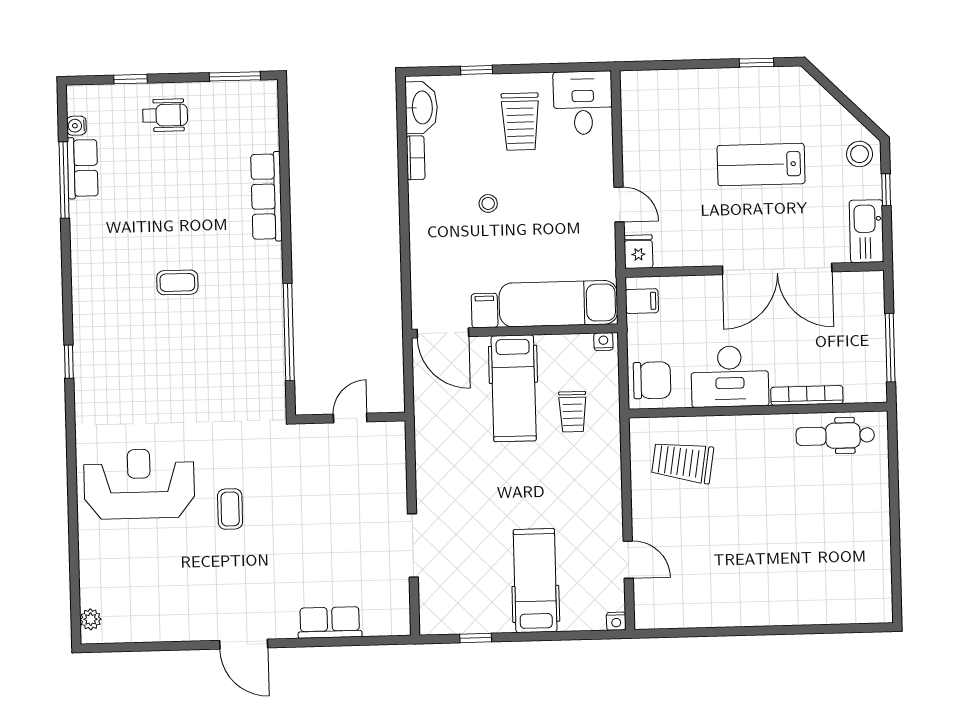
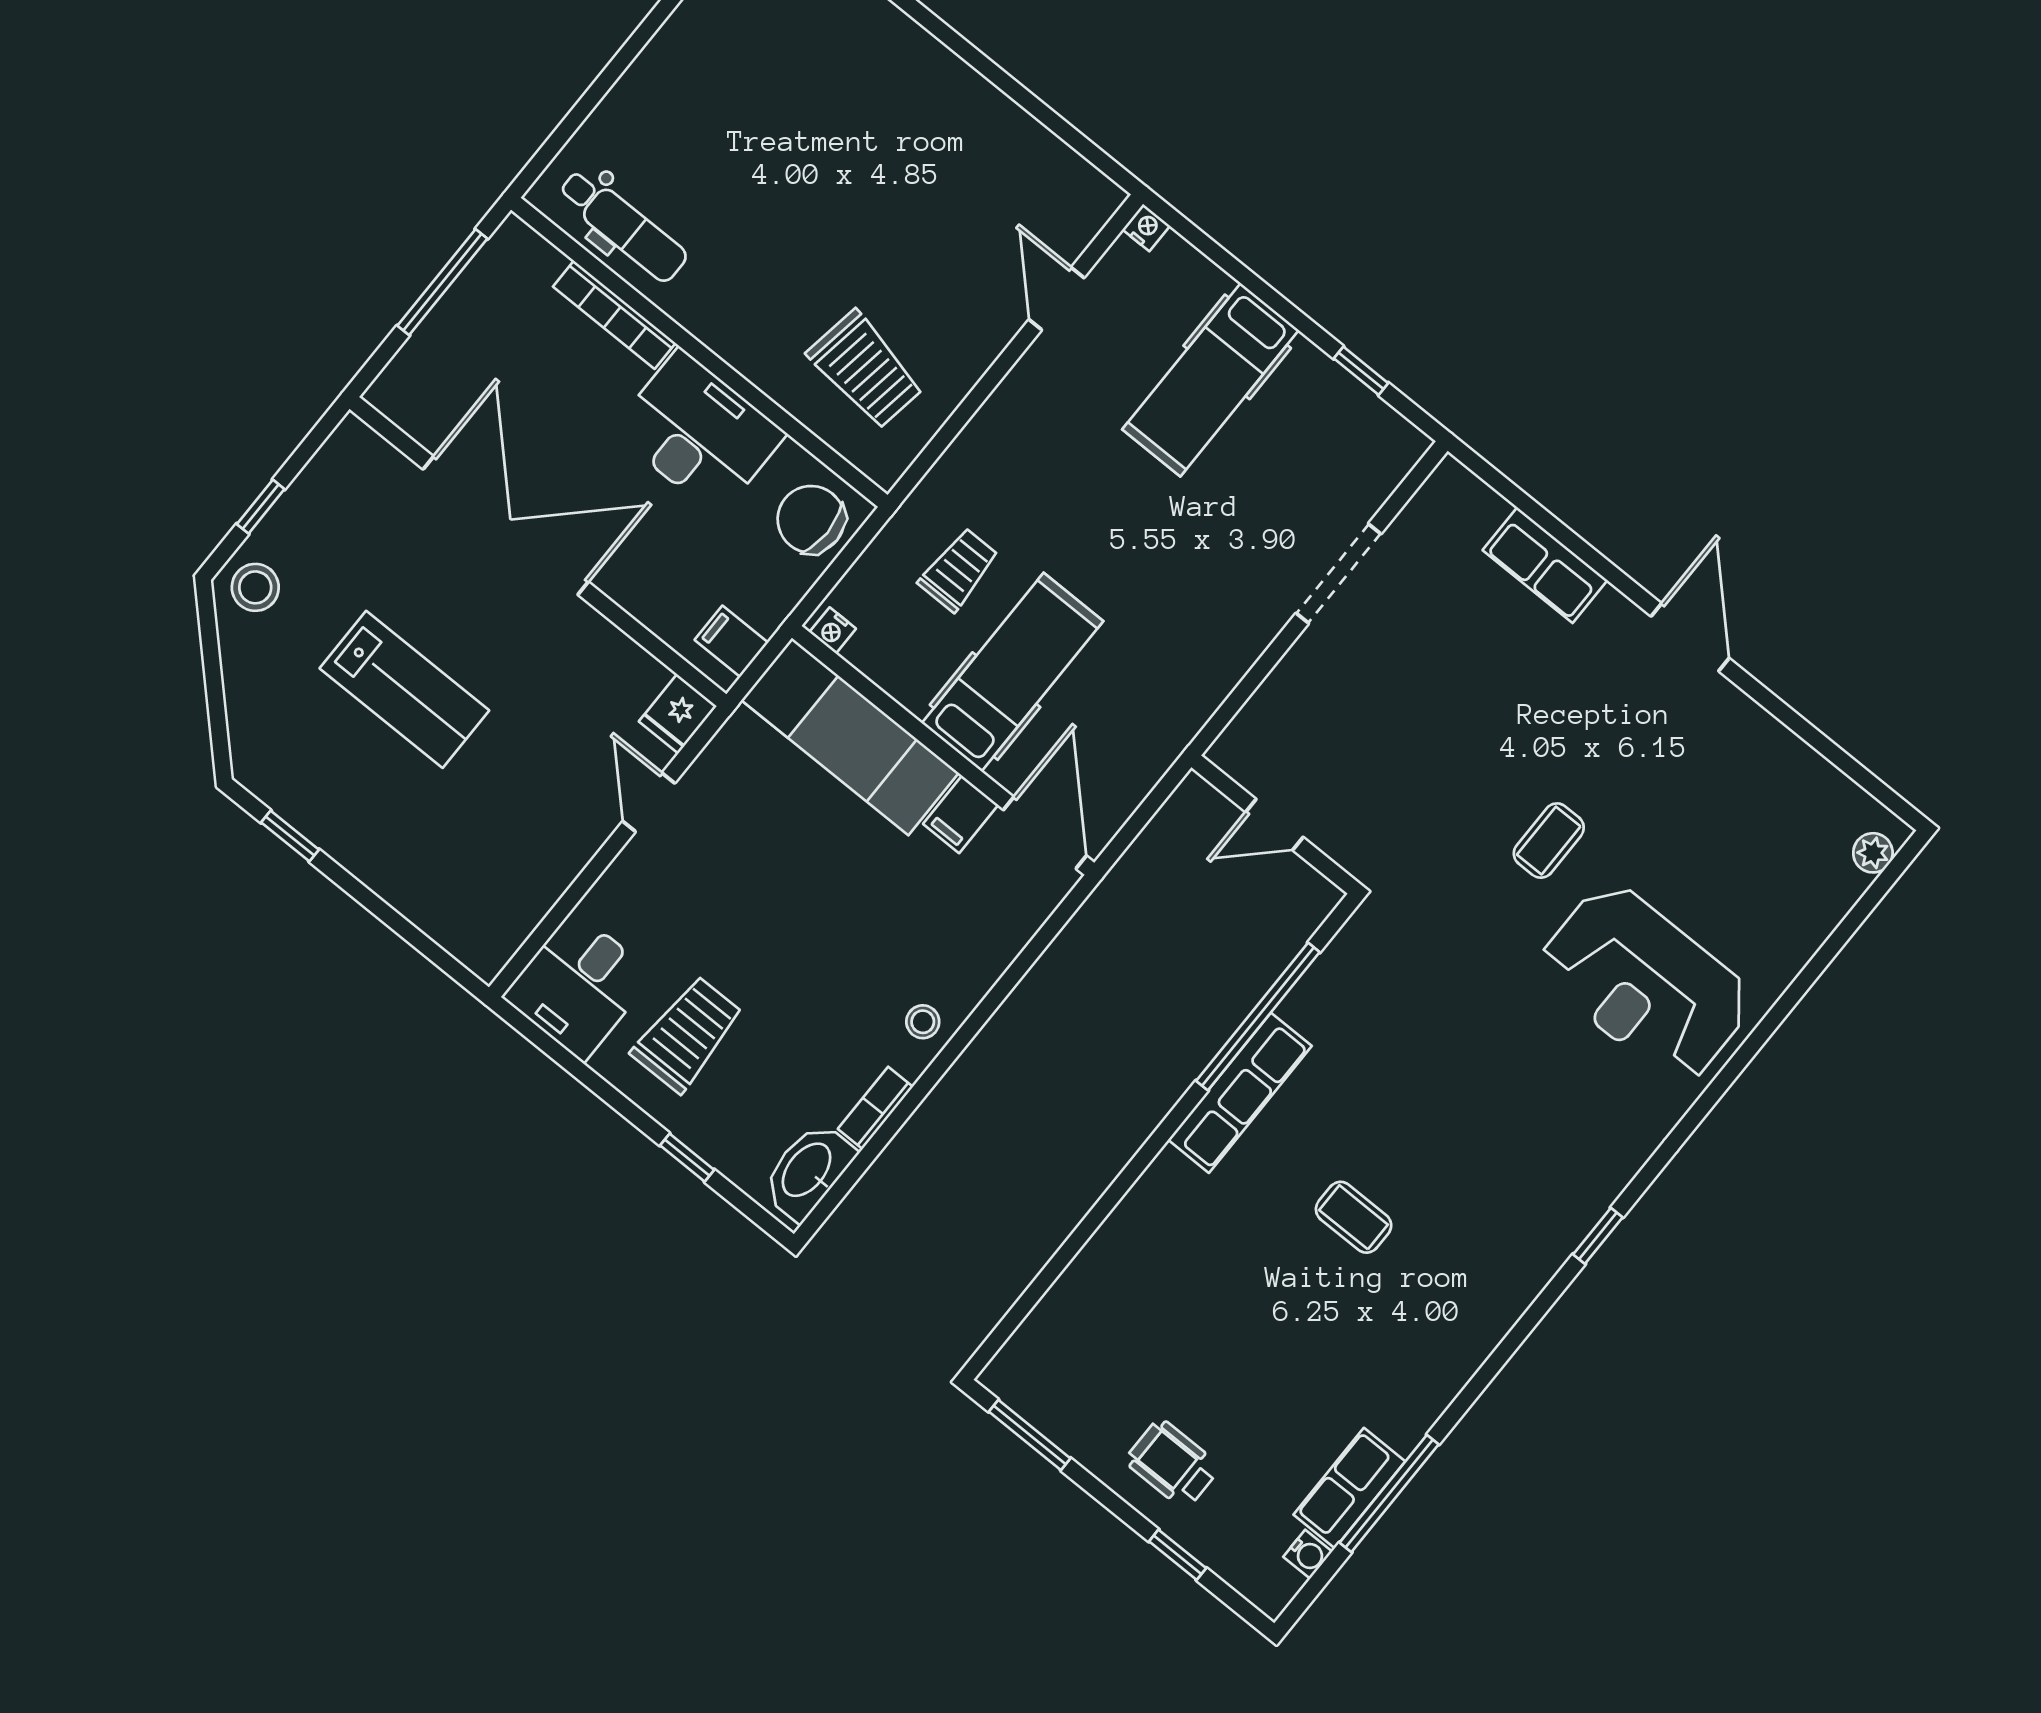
row of seats: (266, 197) -> (1240, 1093), moved
stool: (488, 203) -> (923, 1022), moved
kitchen sink: (866, 231) -> (337, 472), removed

